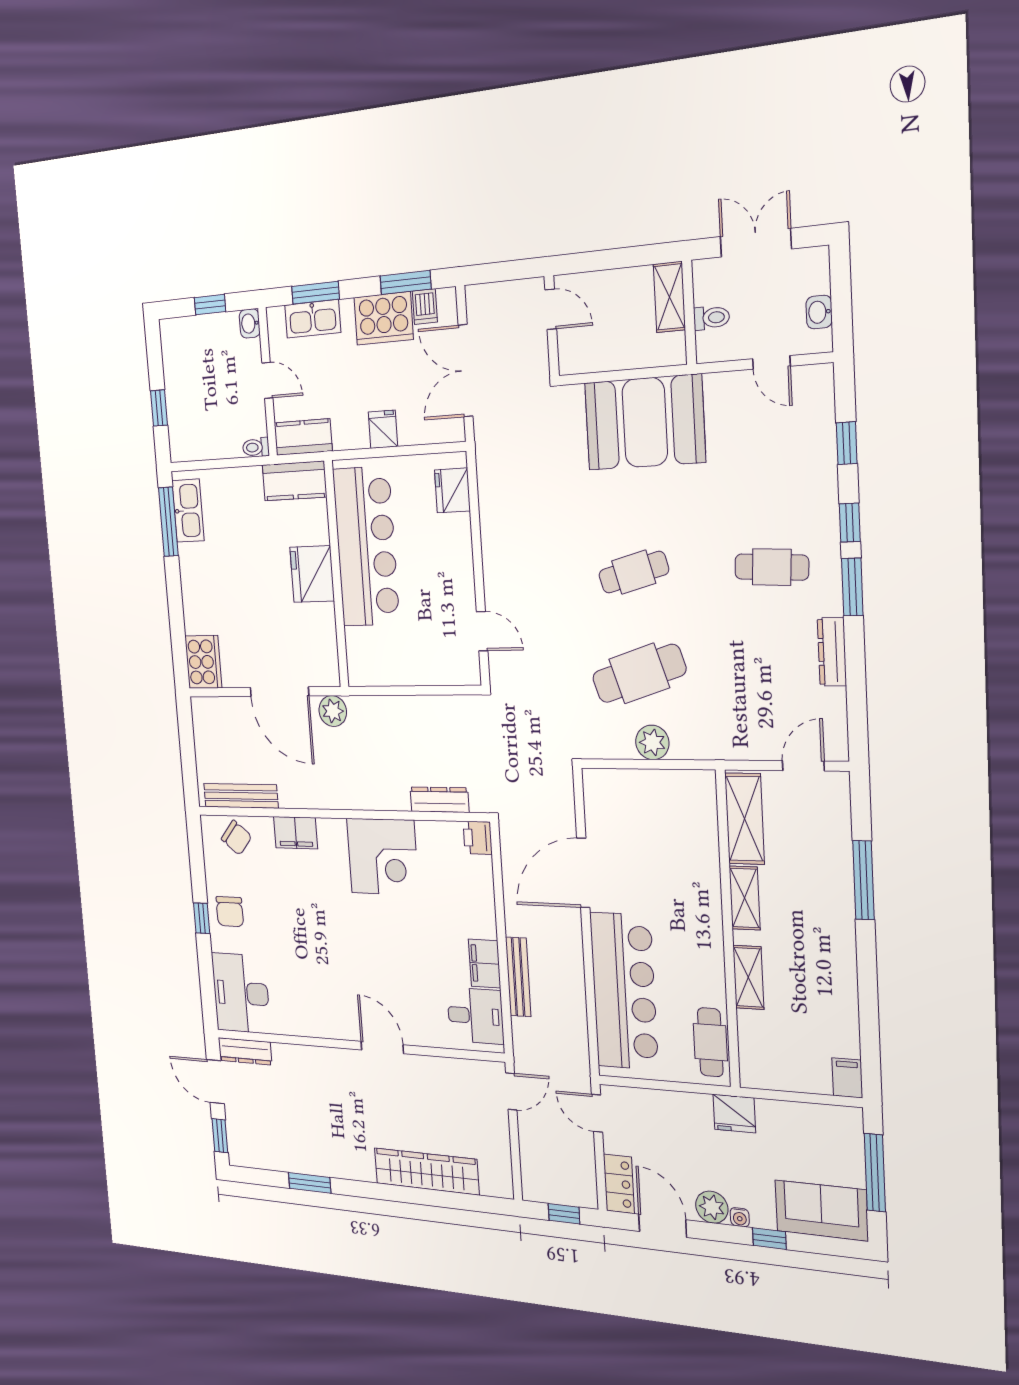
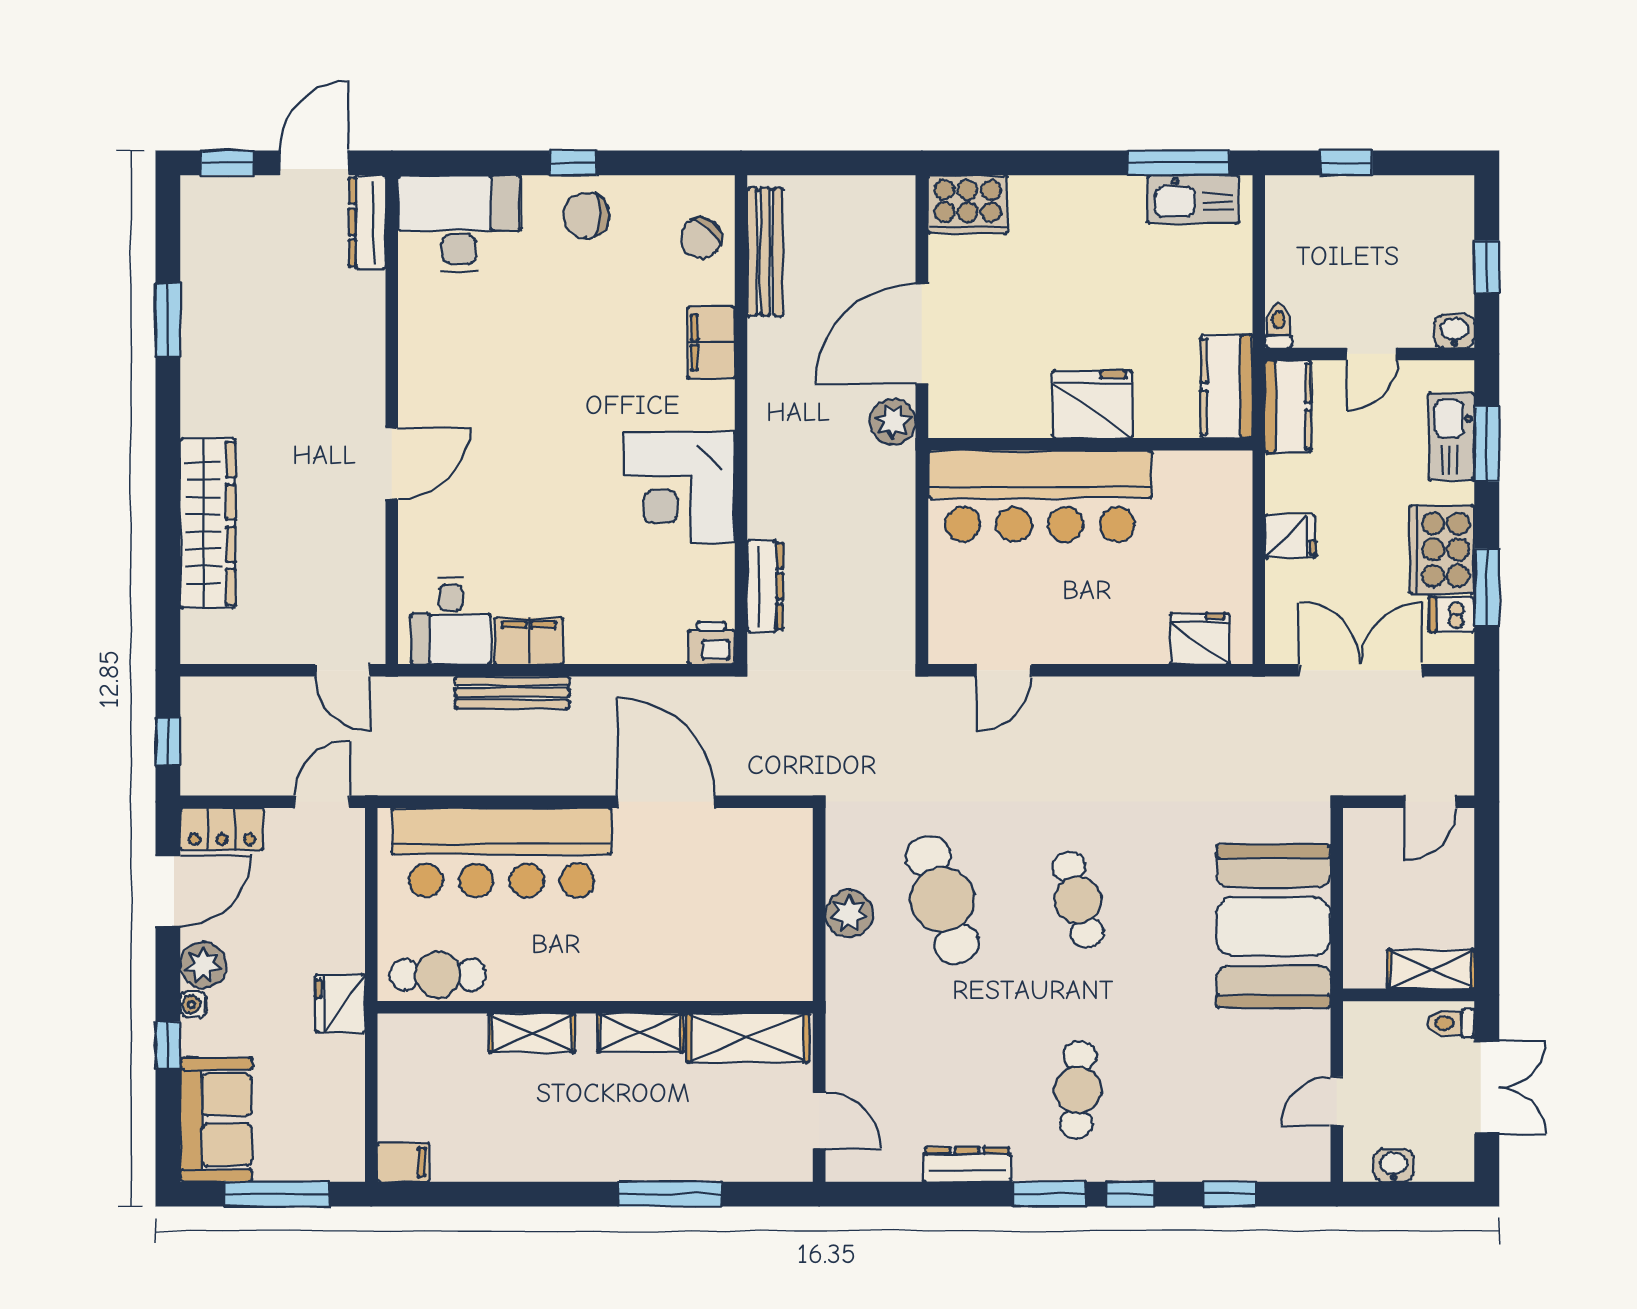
toilet: (711, 318) -> (1451, 1023), moved, turned 90
bar counter: (366, 547) -> (1040, 496), moved

